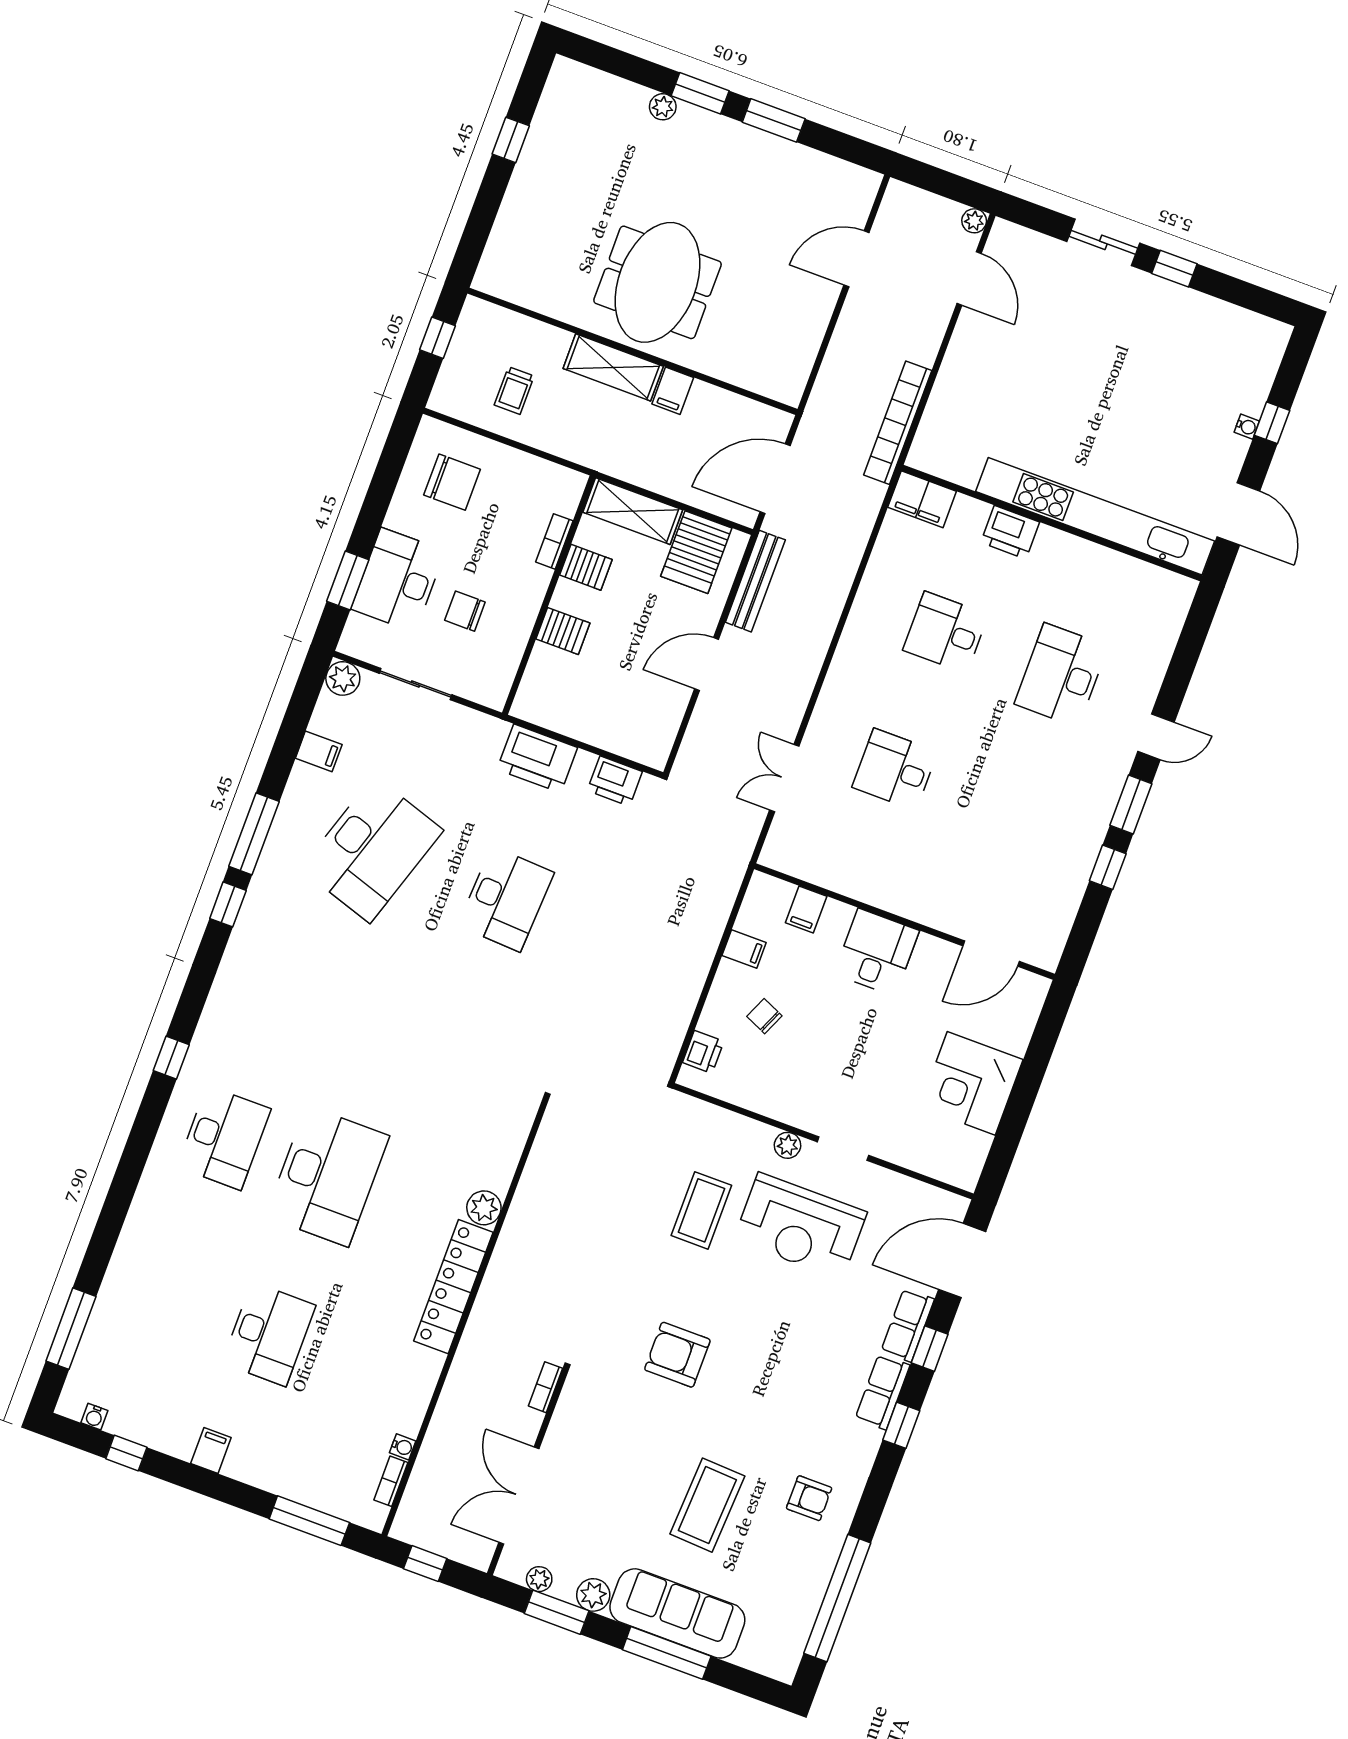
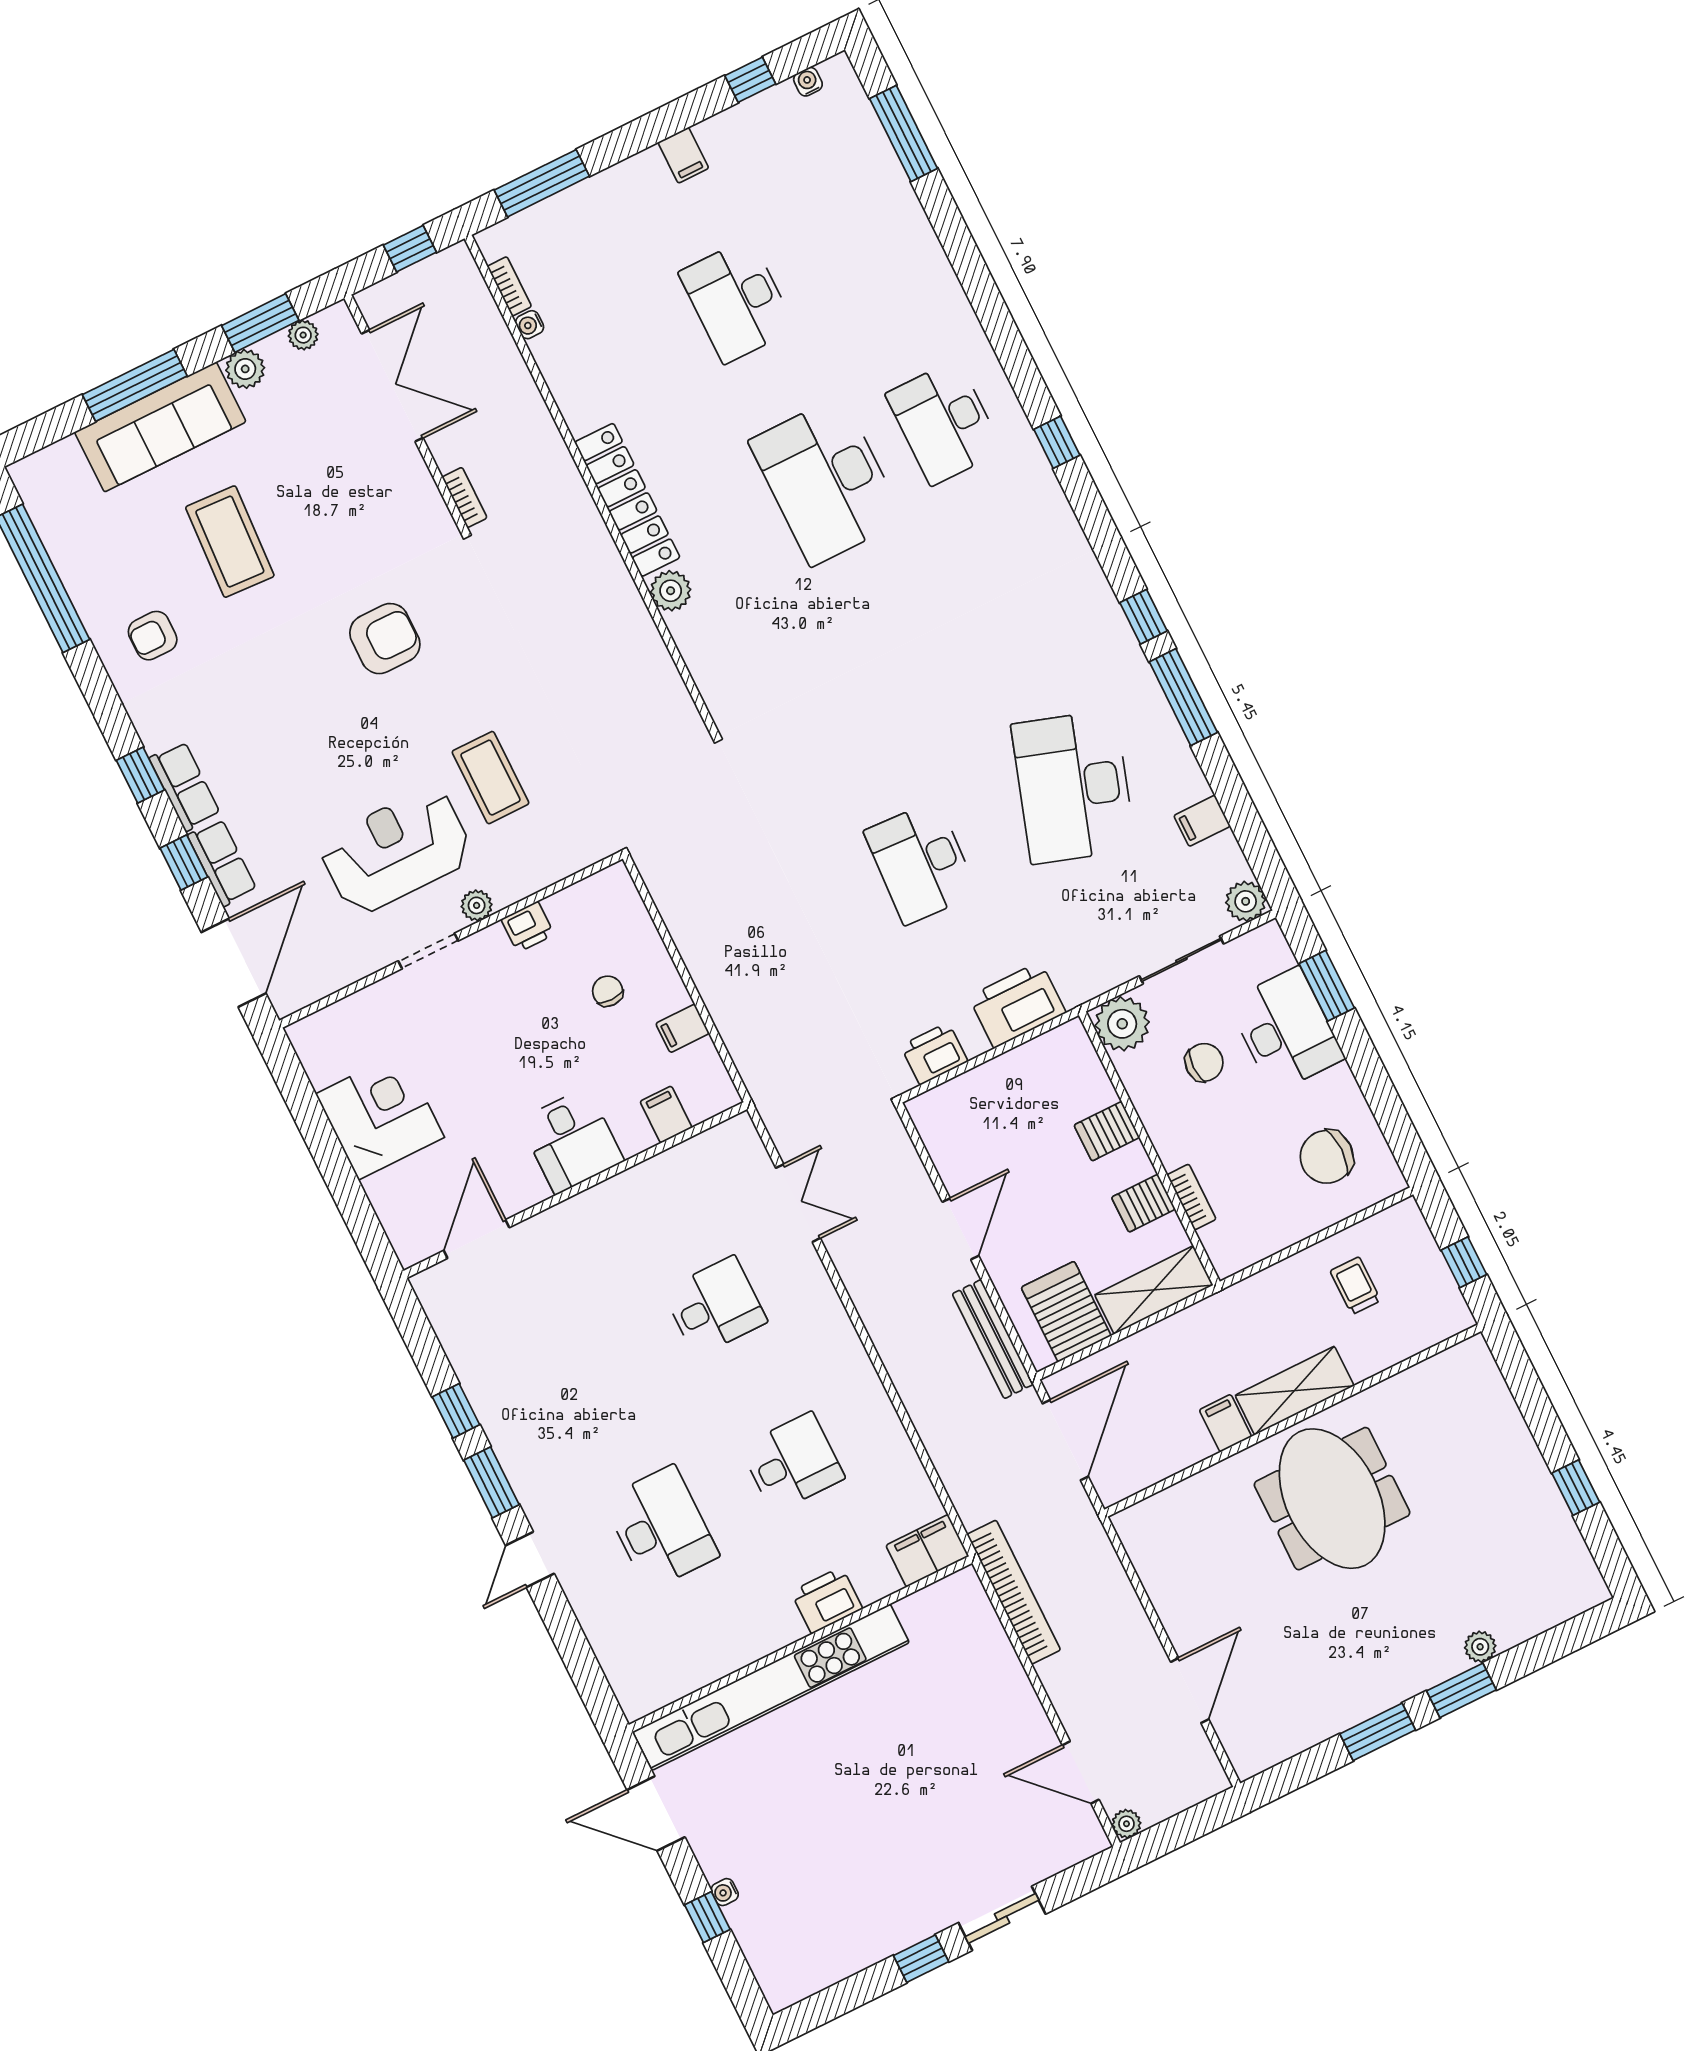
plant: (489, 683) -> (1122, 1024), added
chair: (764, 1016) -> (608, 991), turned -114
printer: (703, 1052) -> (528, 927), moved, turned -90

